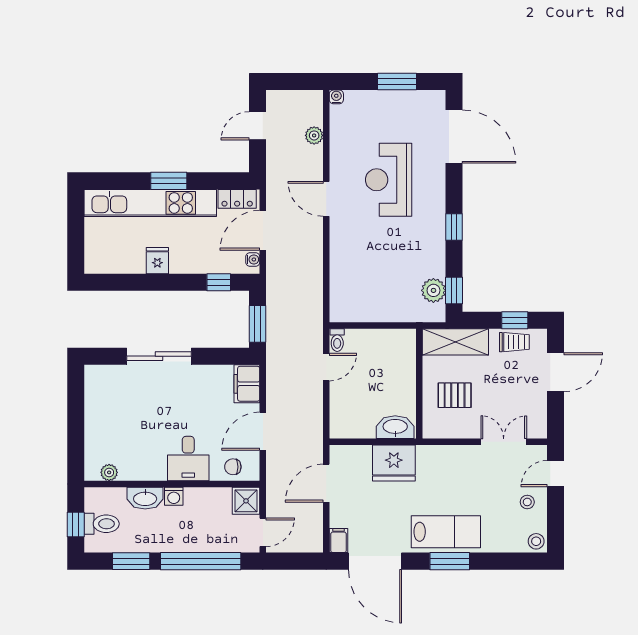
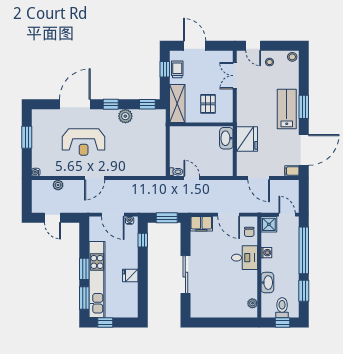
door: (454, 137) -> (75, 104), moved
window: (118, 181) -> (84, 298), added
locker: (237, 199) -> (95, 229), removed
window: (76, 217) -> (105, 323), added
plant: (433, 290) -> (125, 116), moved
washing machine: (174, 496) -> (266, 253), moved

